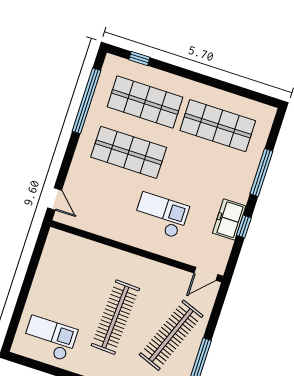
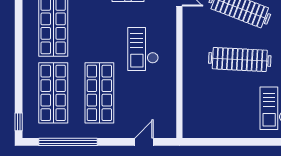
window: (139, 59) -> (19, 122), moved
door: (55, 199) -> (144, 142), moved

